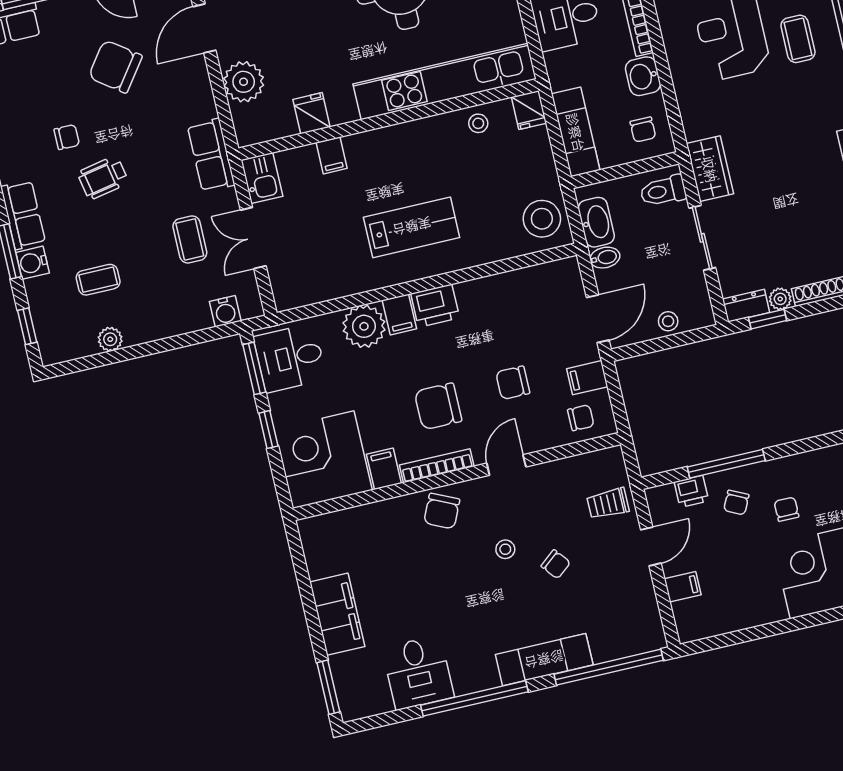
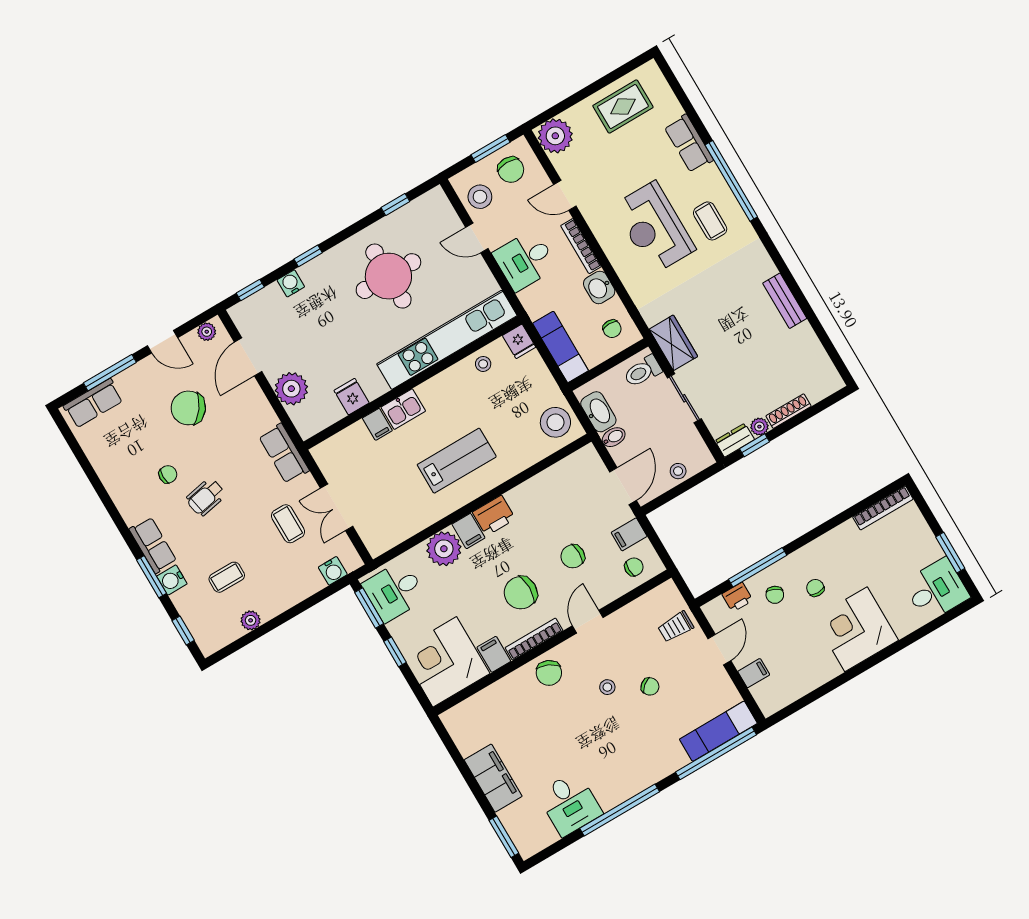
kitchen sink: (262, 178) -> (403, 409), moved, turned 90
exam couch: (544, 660) -> (718, 731), moved

